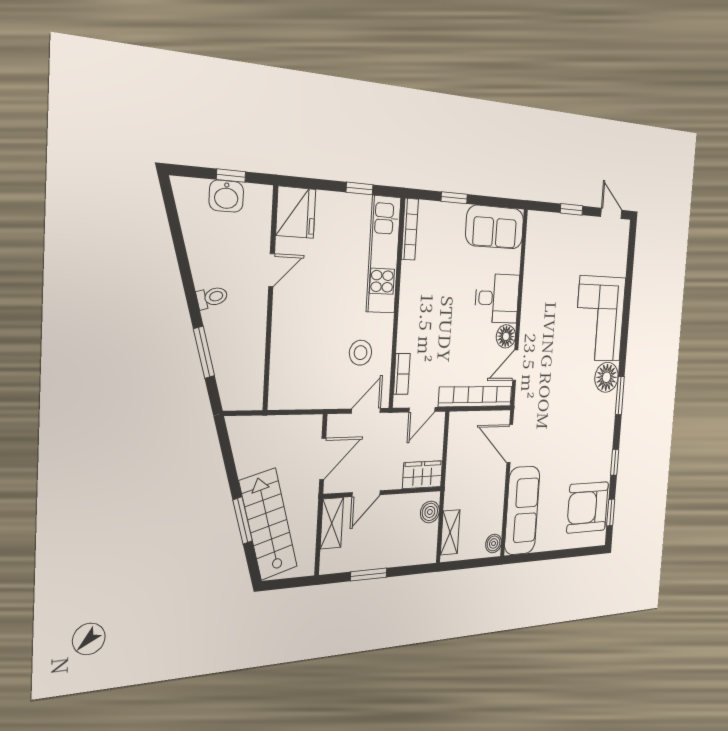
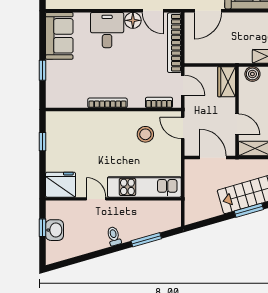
bookcase: (410, 229) -> (107, 103), moved
kitchen unit: (383, 255) -> (144, 187), moved, turned 180

